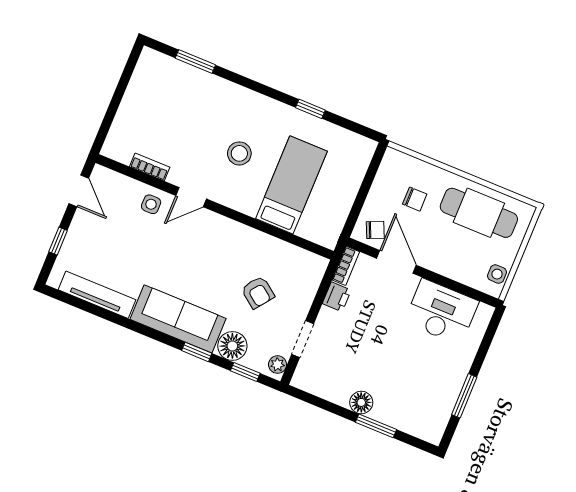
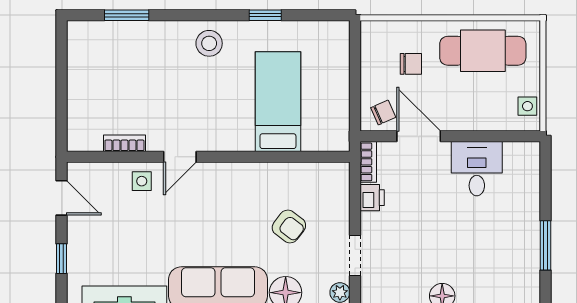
stool: (239, 153) -> (209, 43), moved
desk: (441, 312) -> (477, 169), width x0.73

